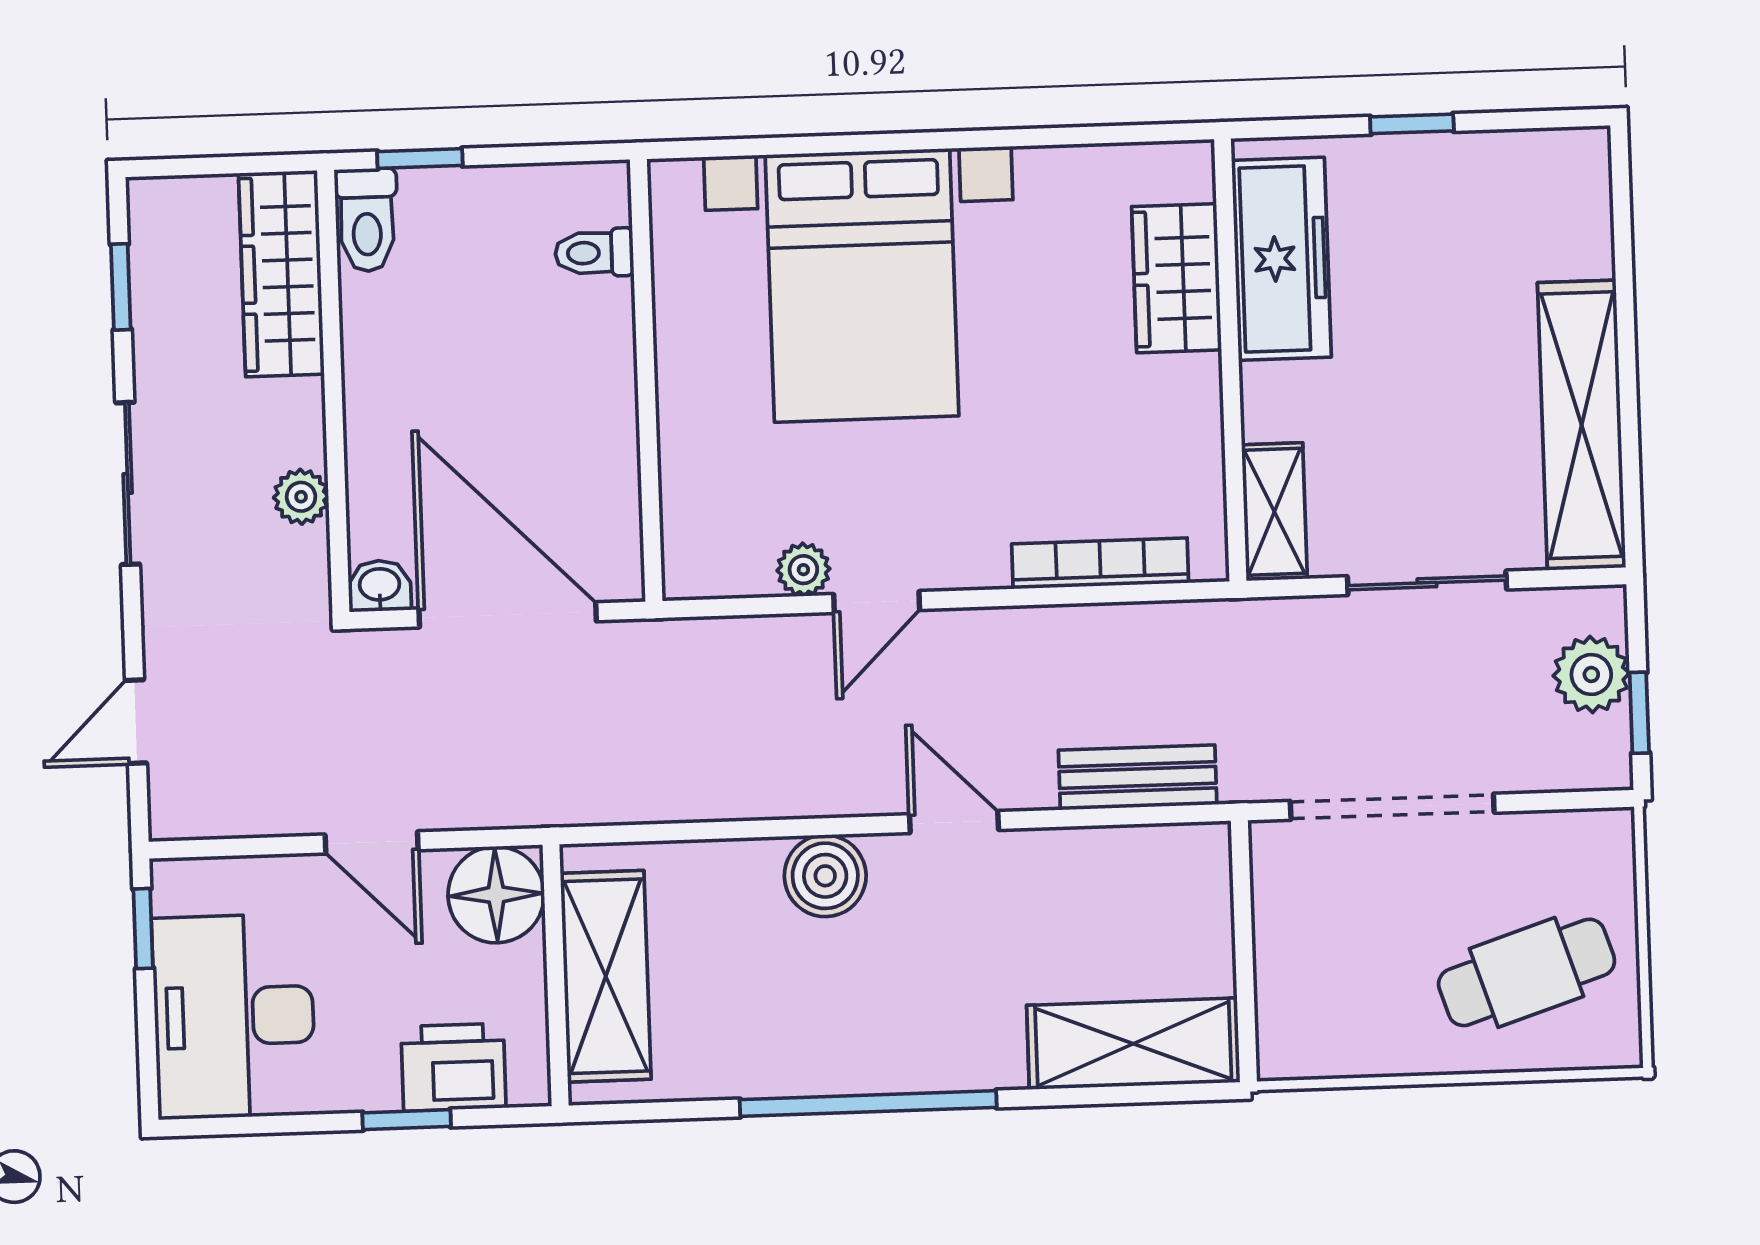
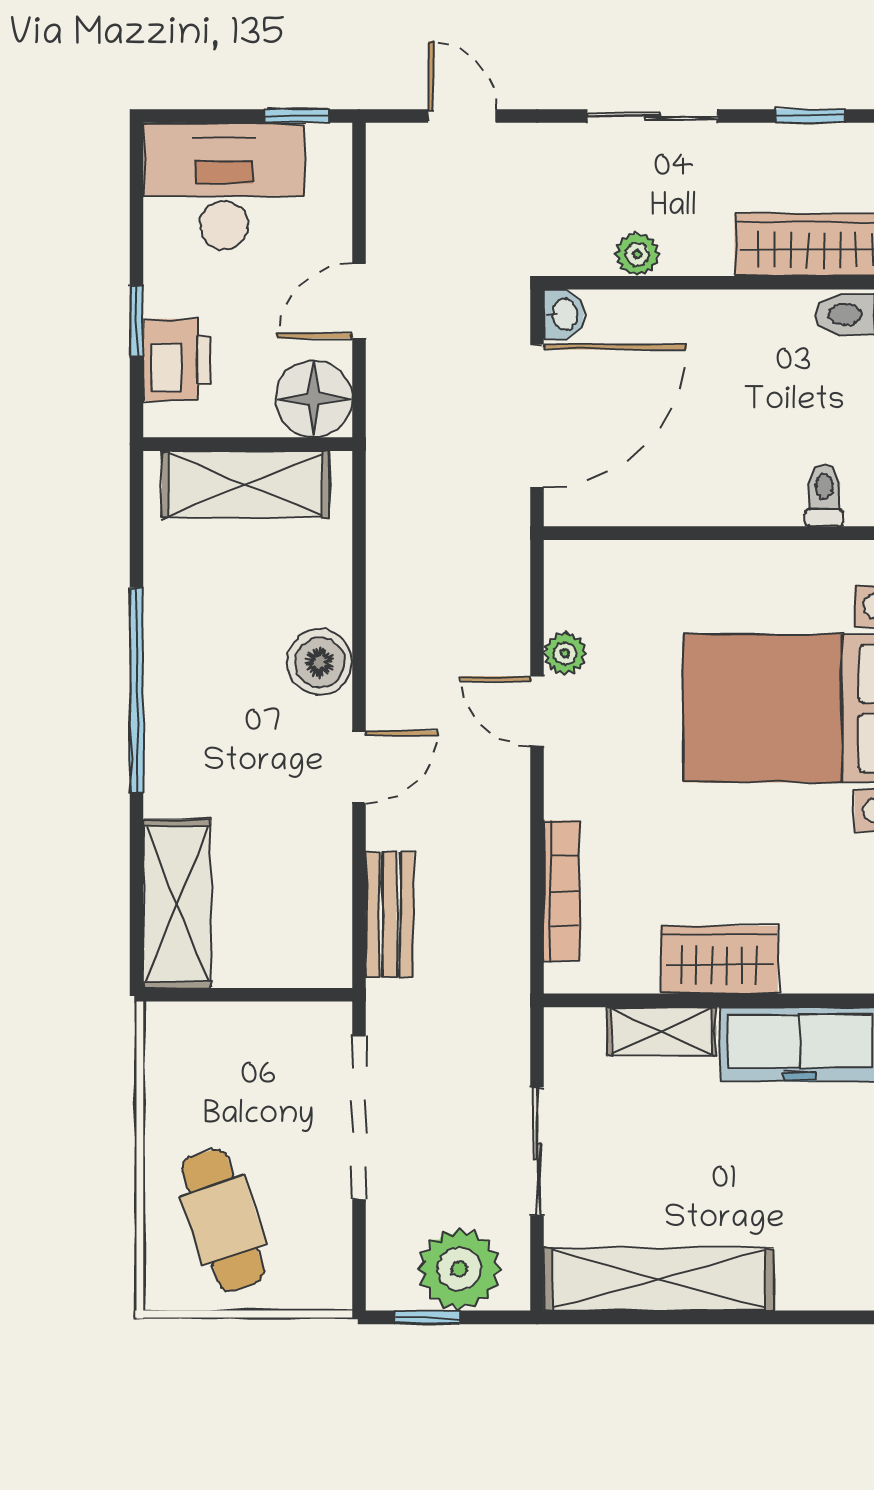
wardrobe: (1176, 278) -> (719, 960), moved
shelving: (1274, 512) -> (661, 1031), moved
plant: (1591, 674) -> (459, 1269), width x1.36, depth x1.36

